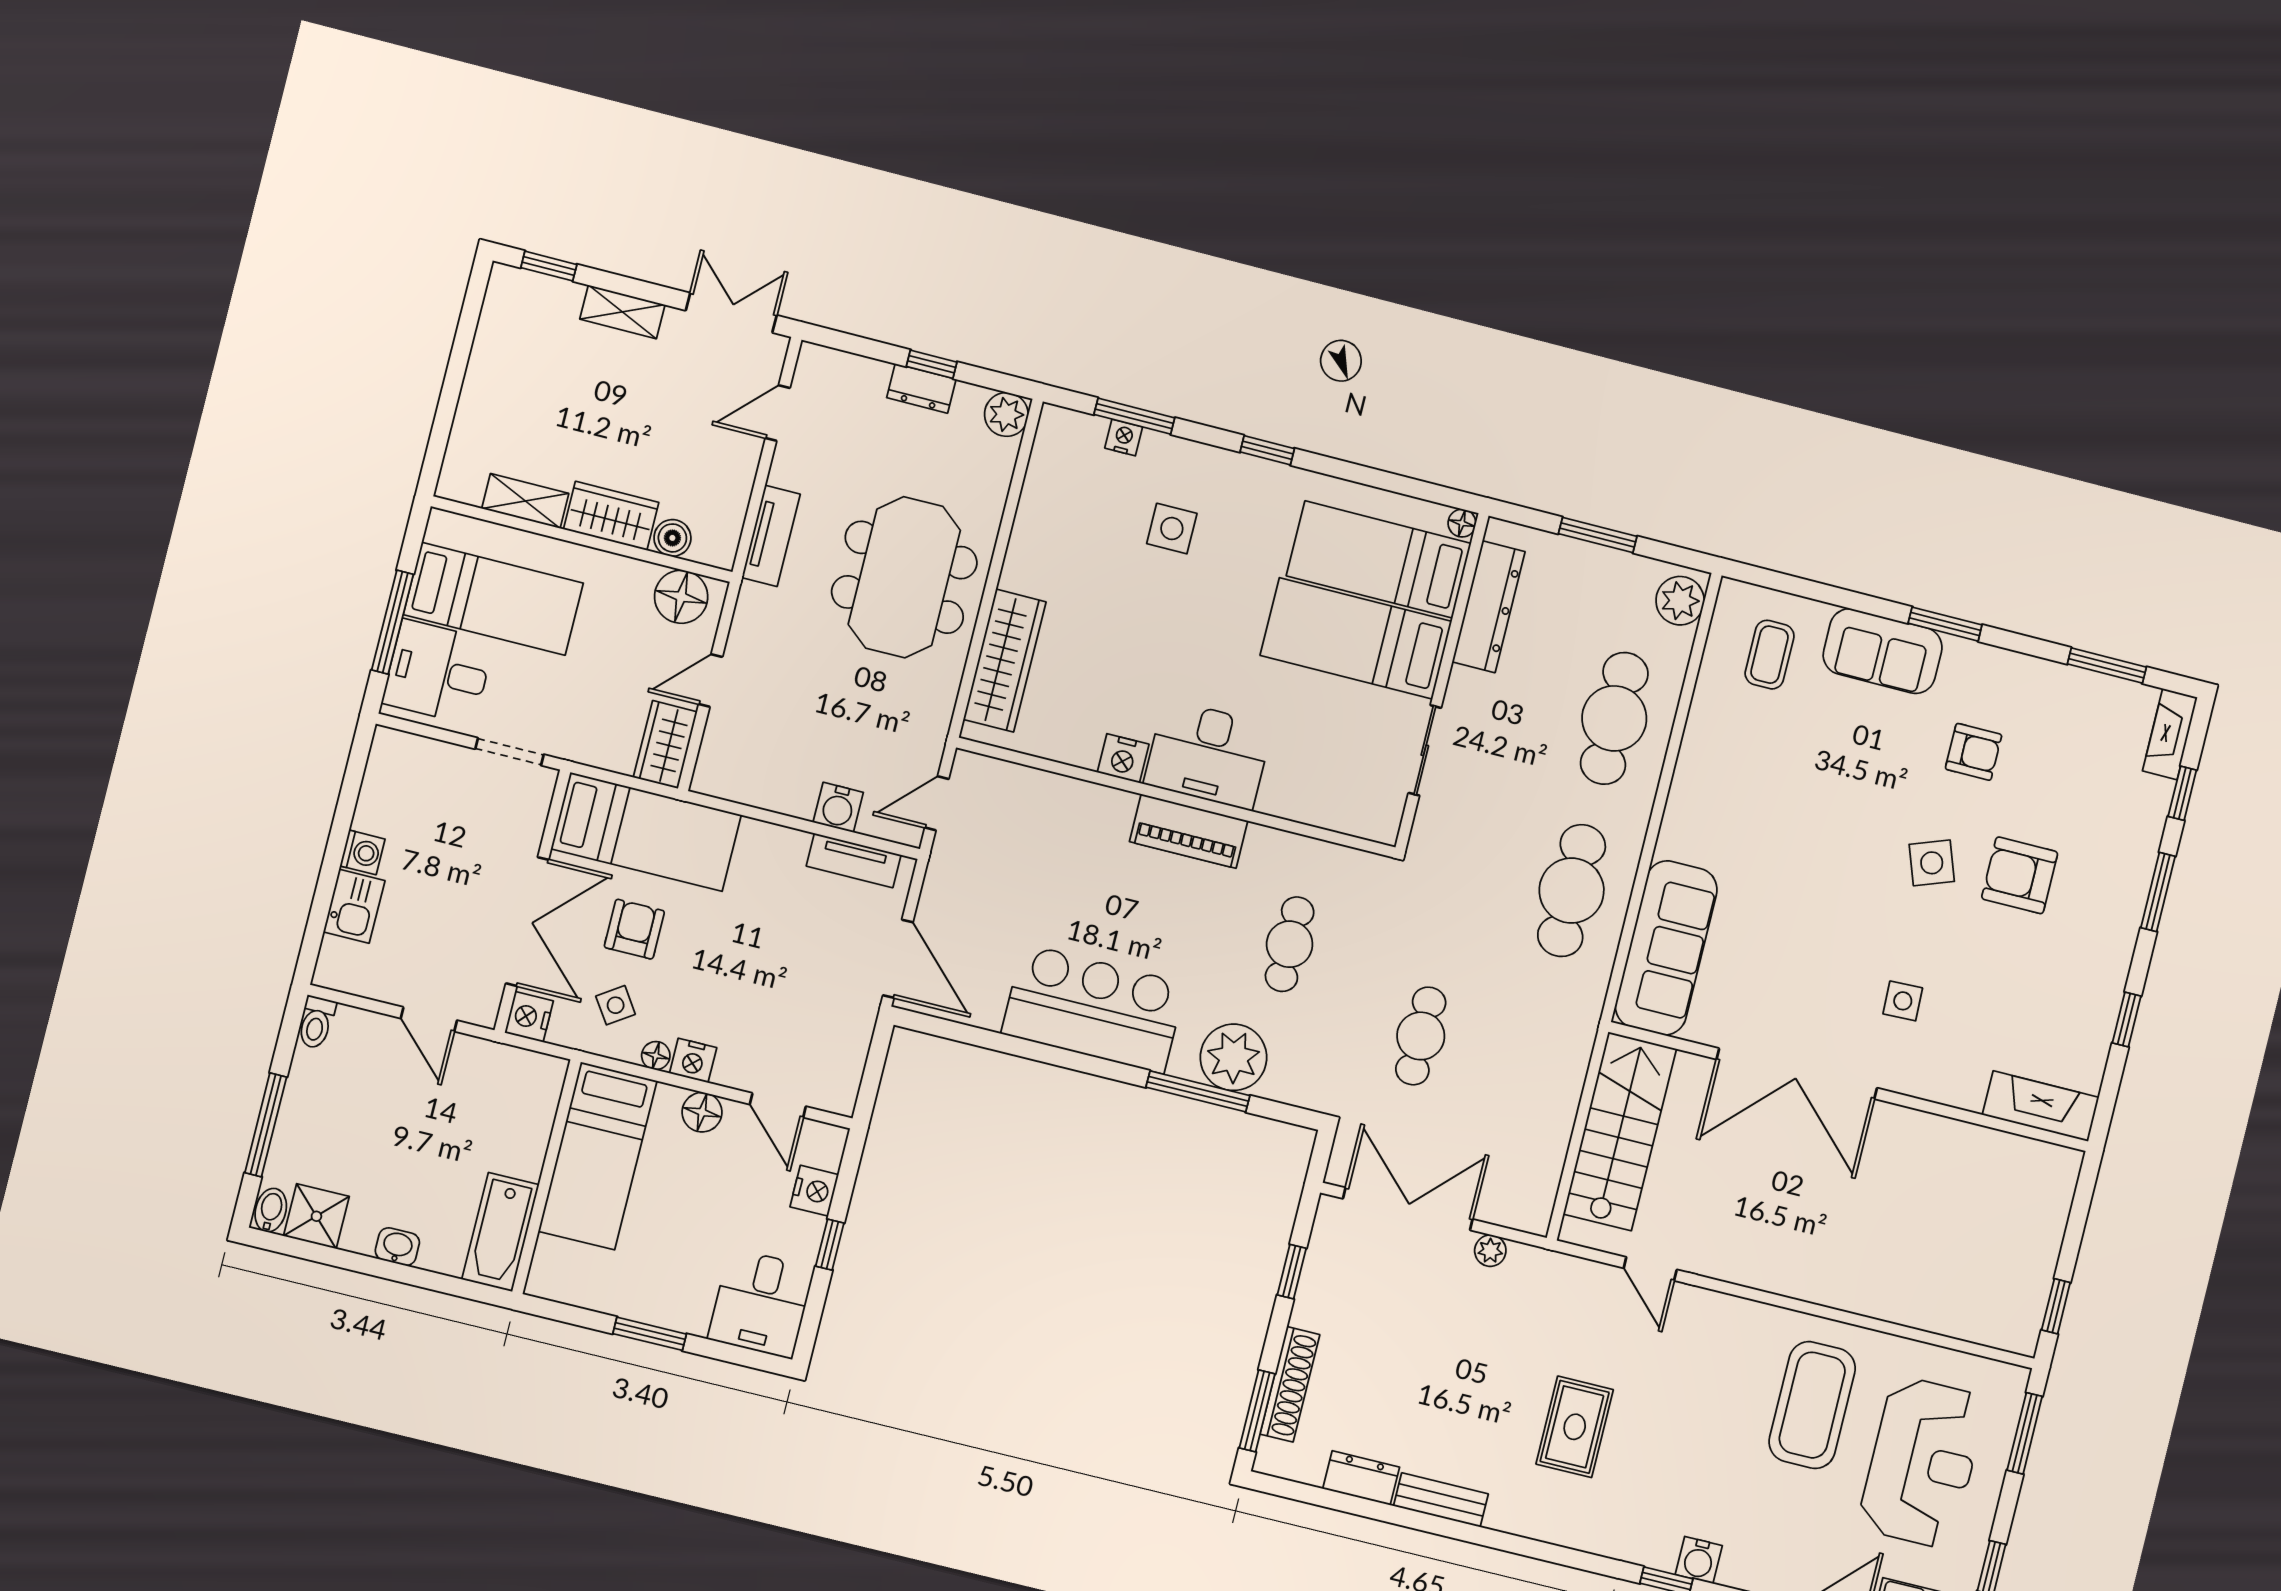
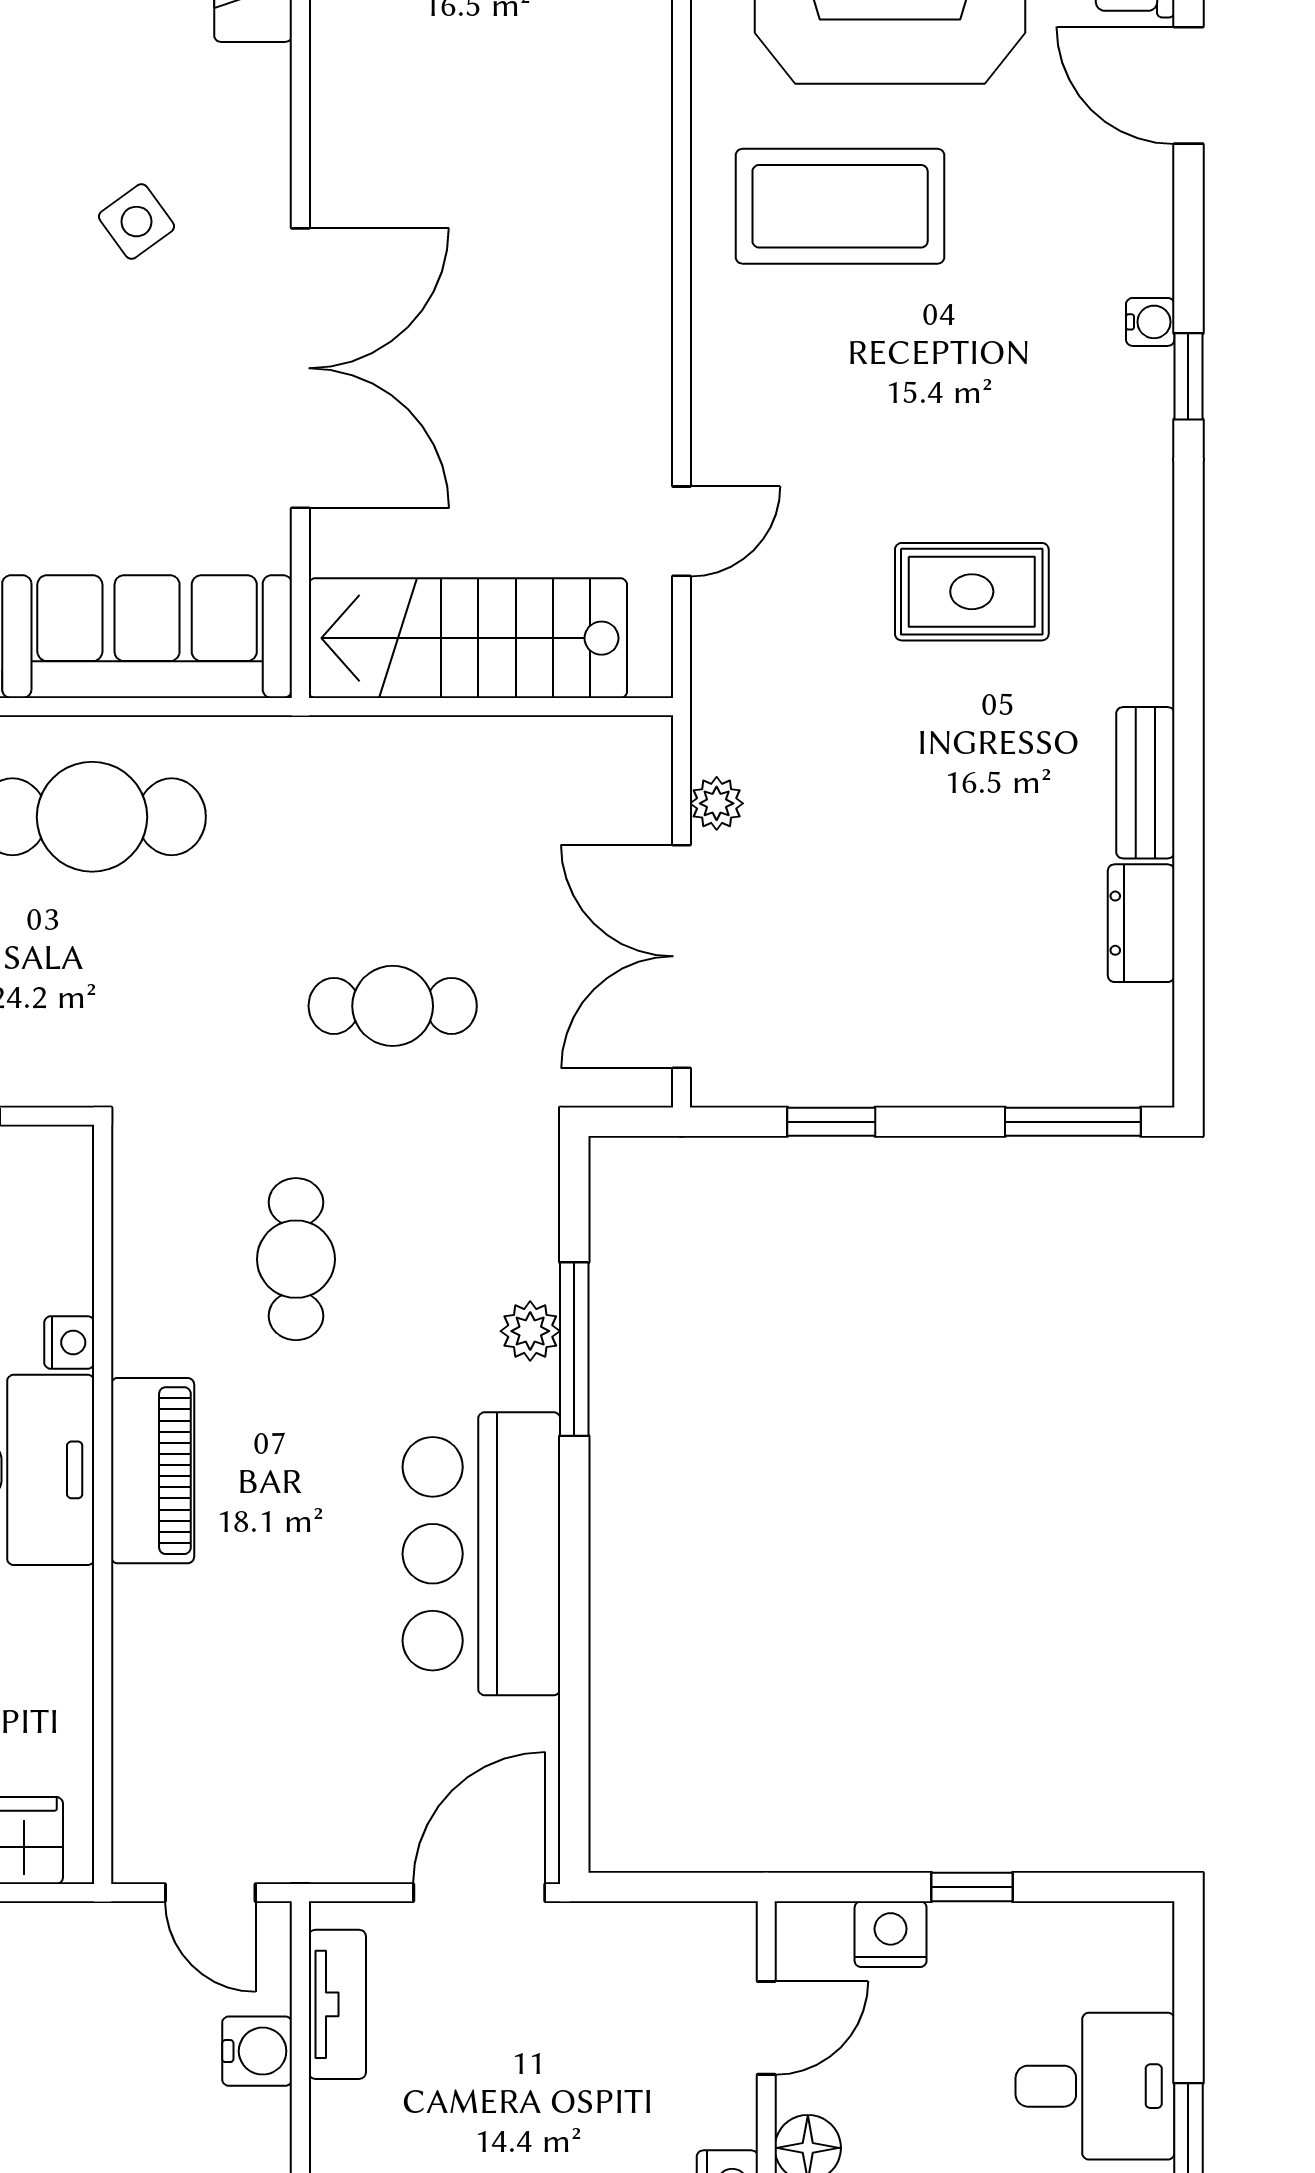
nightstand: (1123, 758) -> (69, 1343), moved, width x0.72, depth x0.74
cafe table: (1290, 944) -> (296, 1259), turned 90
side table: (1903, 1001) -> (137, 222), turned -34
plant: (1233, 1057) -> (530, 1331), width x0.53, depth x0.53
desk: (761, 1303) -> (1095, 2086), moved
shoe rack: (1290, 1384) -> (1016, 1079), removed
water cooler: (1699, 1560) -> (1150, 322), width x0.72, depth x0.72

